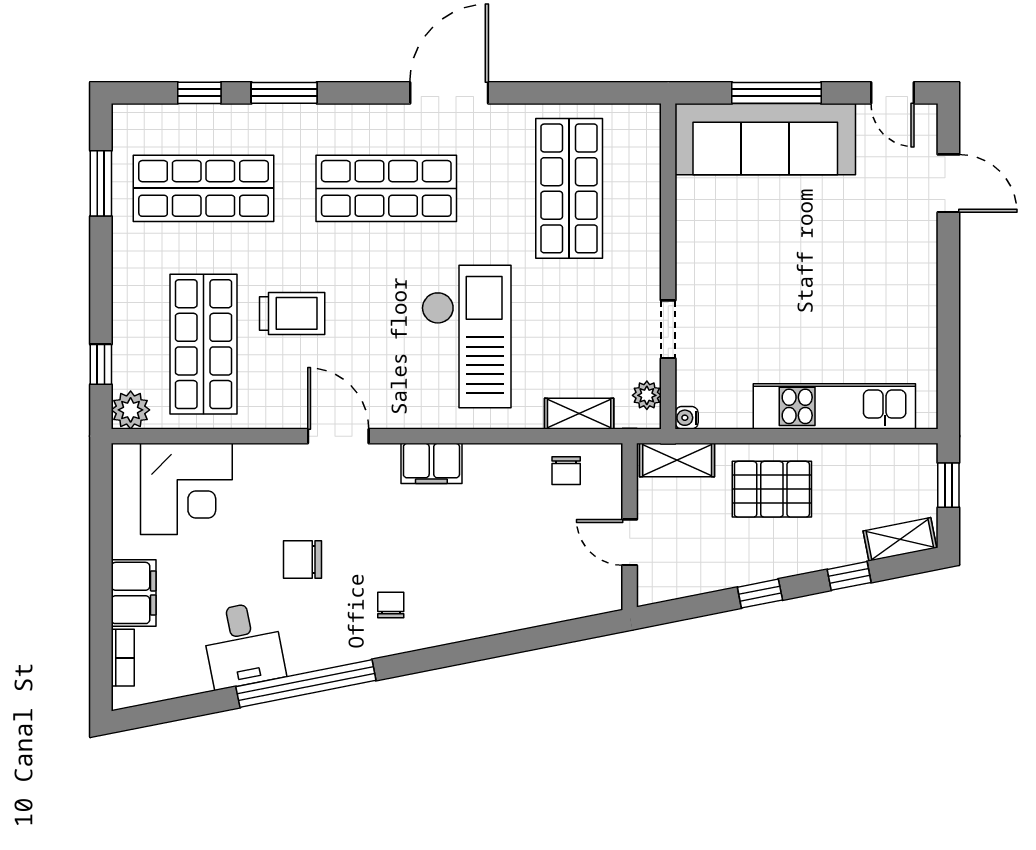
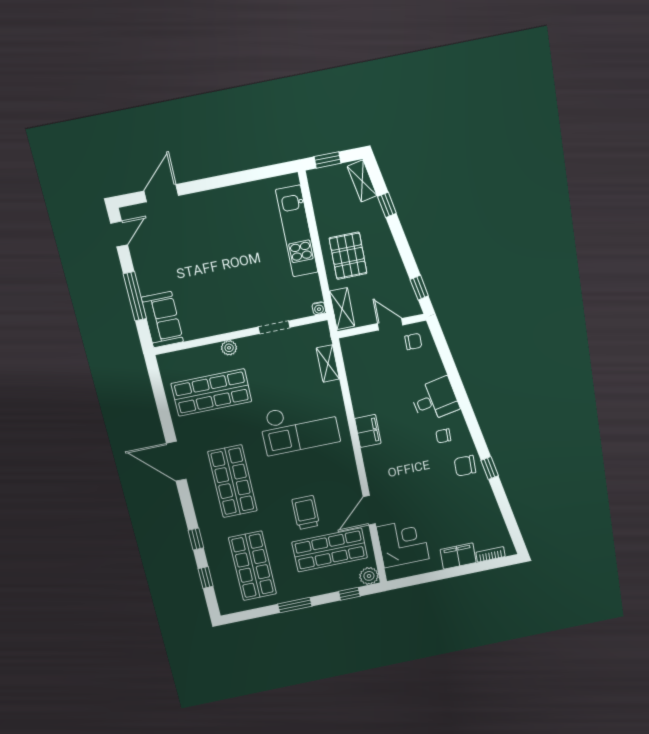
window: (284, 93) -> (196, 539), width x0.67
sofa: (765, 139) -> (162, 320), width x0.54, depth x0.79
window: (101, 183) -> (295, 605), moved
checkout: (466, 337) -> (300, 427), turned 180
plant: (647, 395) -> (229, 348), moved
door: (338, 436) -> (369, 510), moved
chair: (566, 471) -> (413, 342), moved
door: (630, 542) -> (390, 324), swing flipped
chair: (302, 559) -> (465, 466), moved, turned 90
window: (760, 594) -> (419, 288), moved
desk: (243, 645) -> (435, 400), moved
window: (306, 684) -> (490, 468), width x0.32

